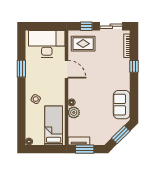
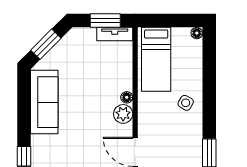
sofa: (122, 105) -> (44, 102), width x1.36
plant: (74, 113) -> (123, 114), moved

